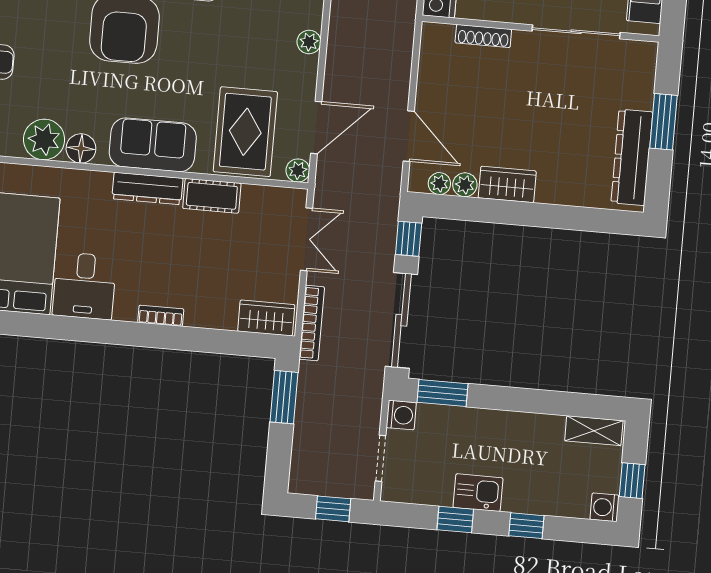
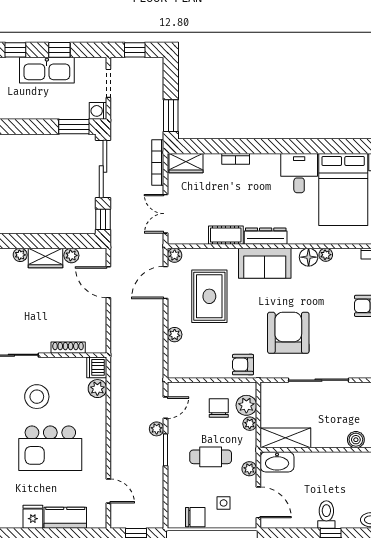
rug: (245, 132) -> (209, 296), moved
plant: (44, 140) -> (326, 255), width x0.53, depth x0.53
plant: (439, 184) -> (20, 255), moved
bookcase: (161, 316) -> (236, 159), moved
kitchen sink: (478, 493) -> (47, 70), width x1.87, depth x1.24

